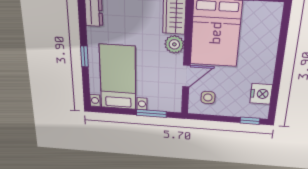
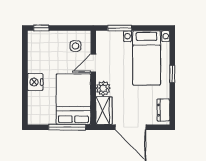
nightstand: (261, 94) -> (35, 82), moved

